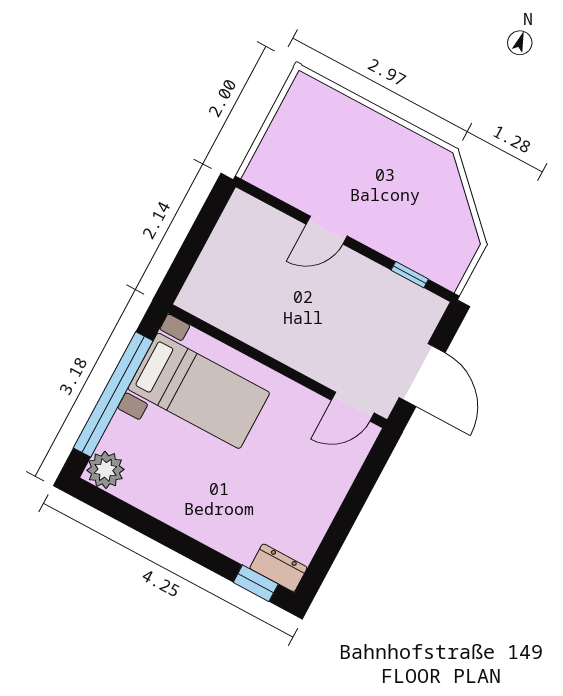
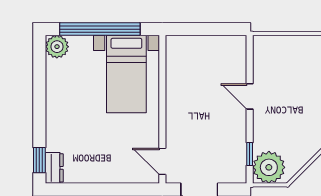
plant: (444, 257) -> (269, 167), added

